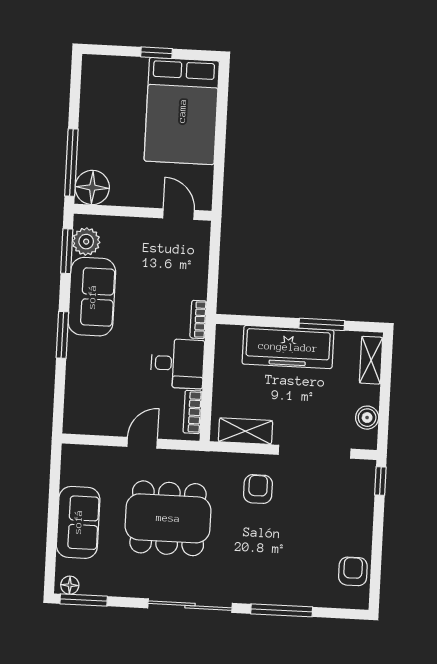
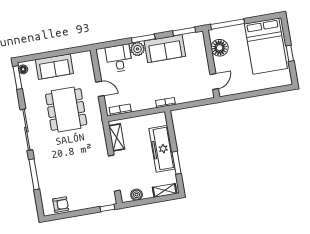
bed: (182, 111) -> (266, 46), moved, turned -90
floor lamp: (92, 187) -> (220, 48), moved
plant: (86, 242) -> (137, 49), moved
desk: (177, 363) -> (119, 58), moved, turned 180
armchair: (258, 489) -> (90, 150), removed

